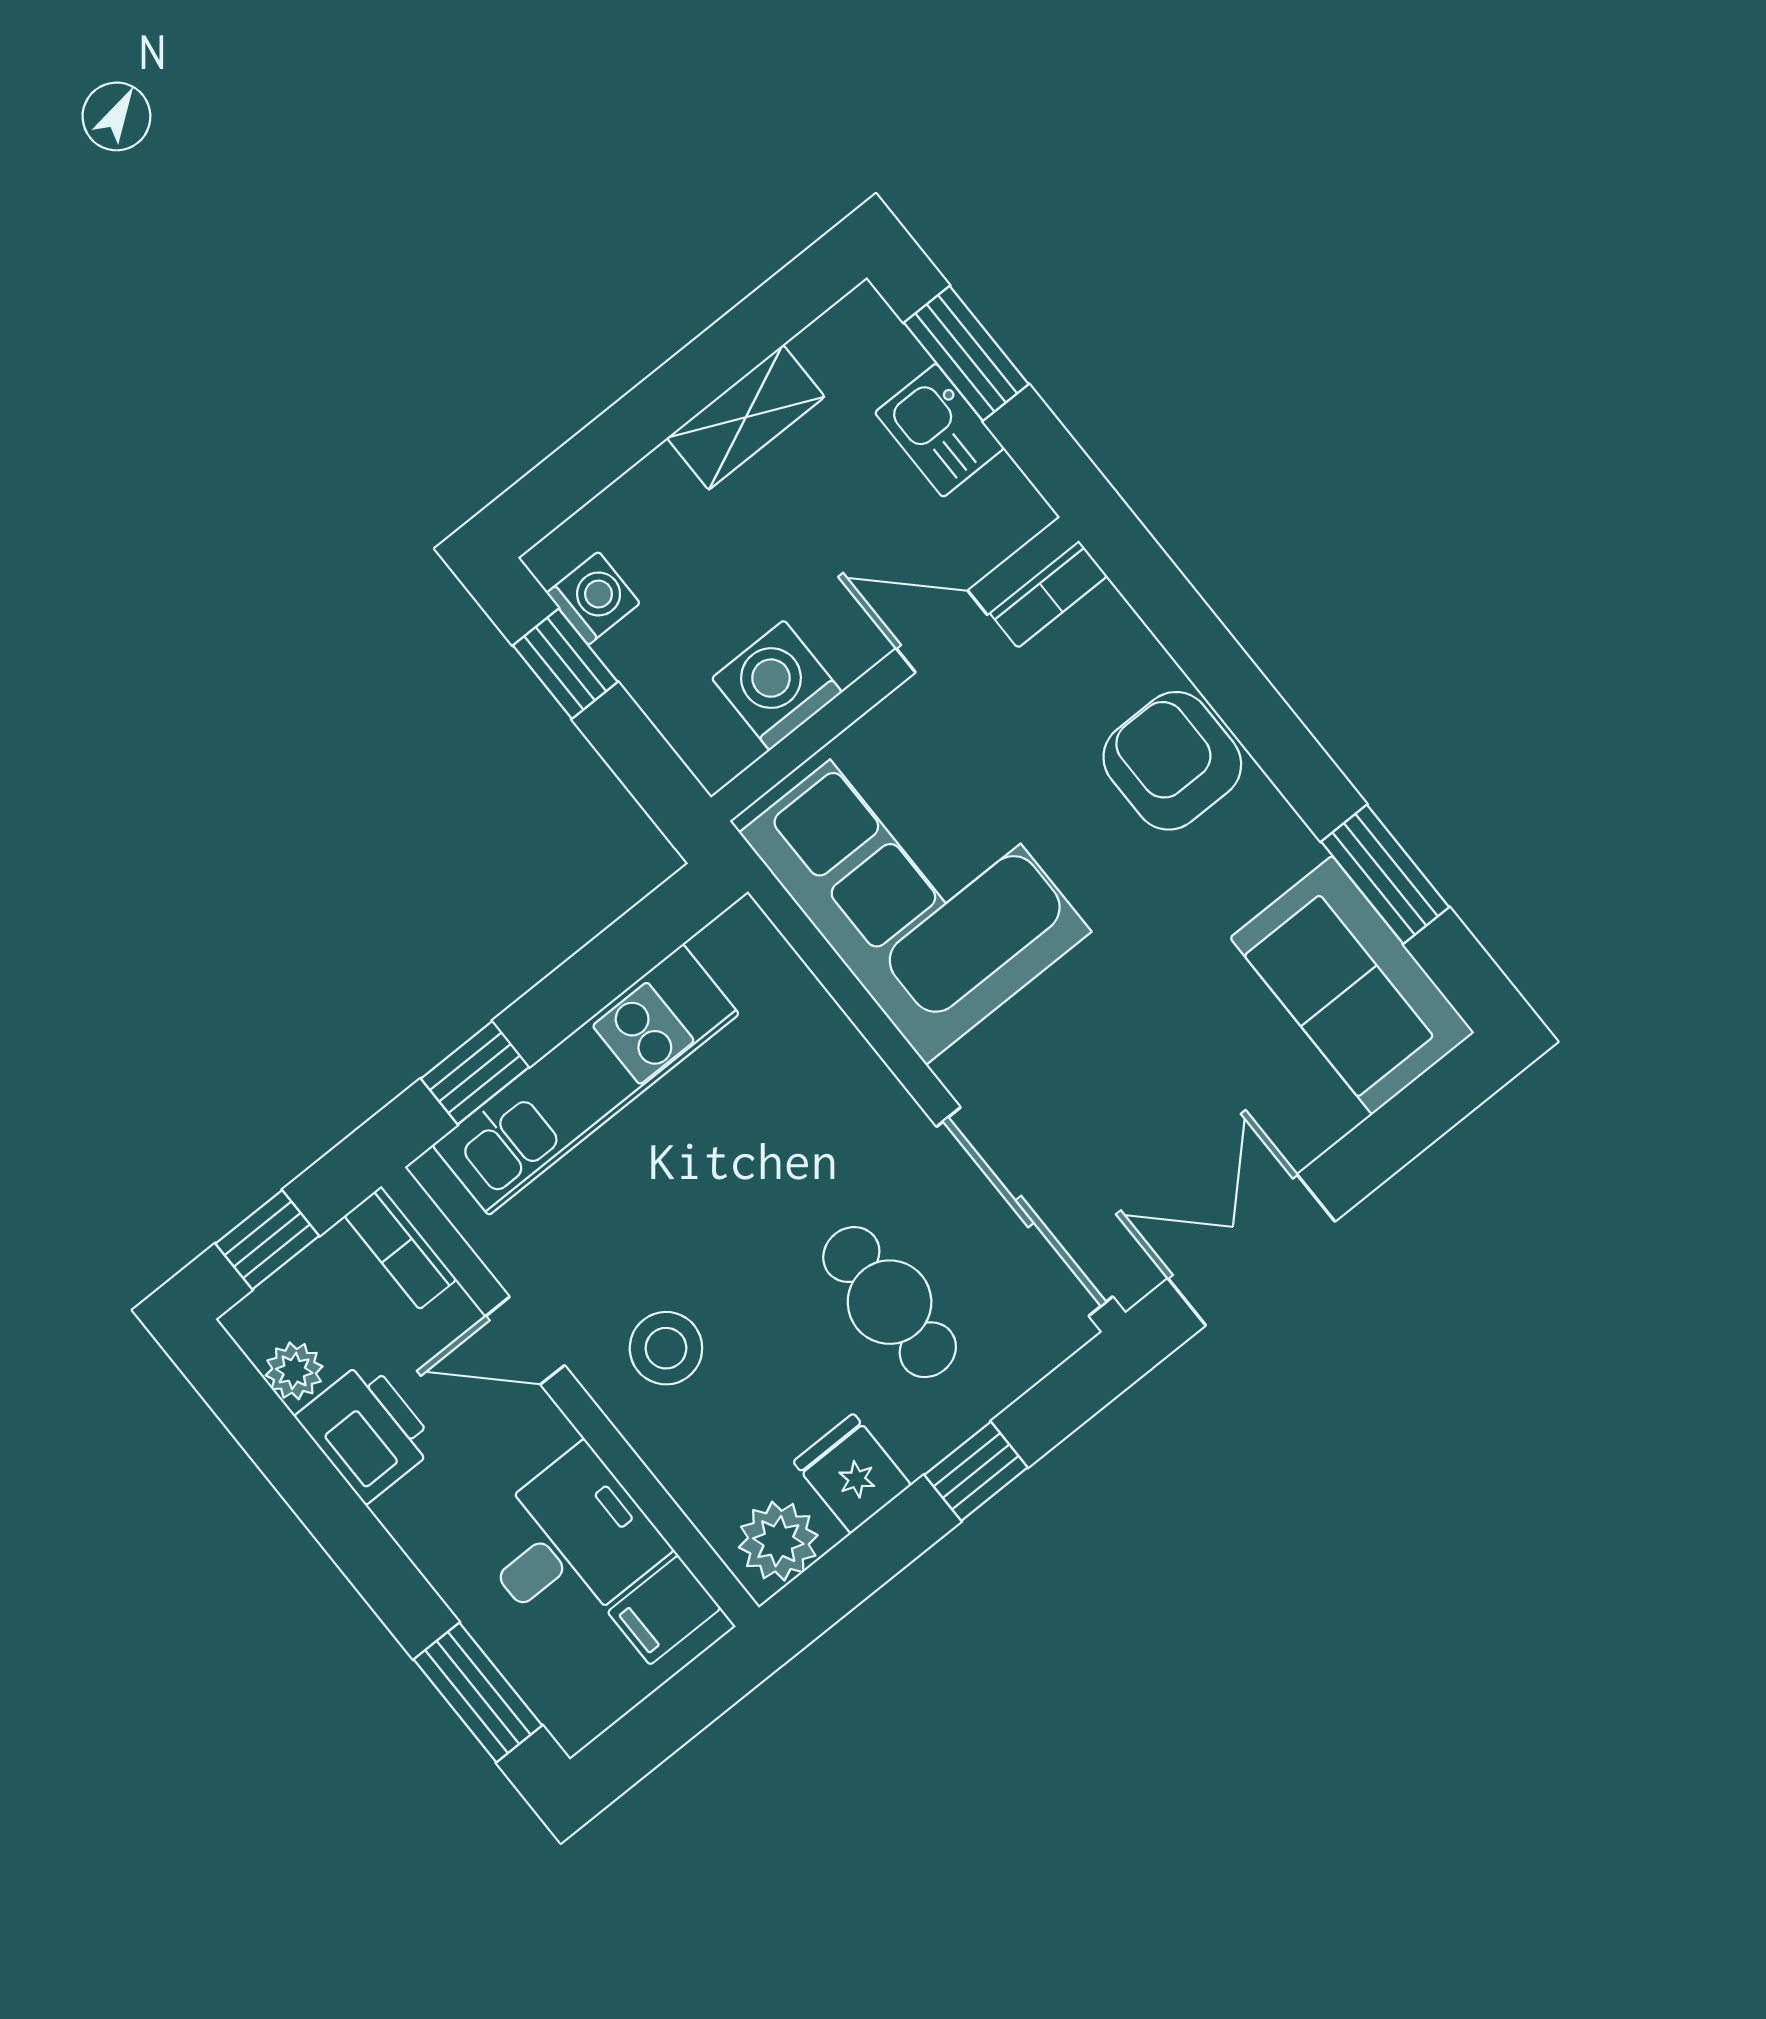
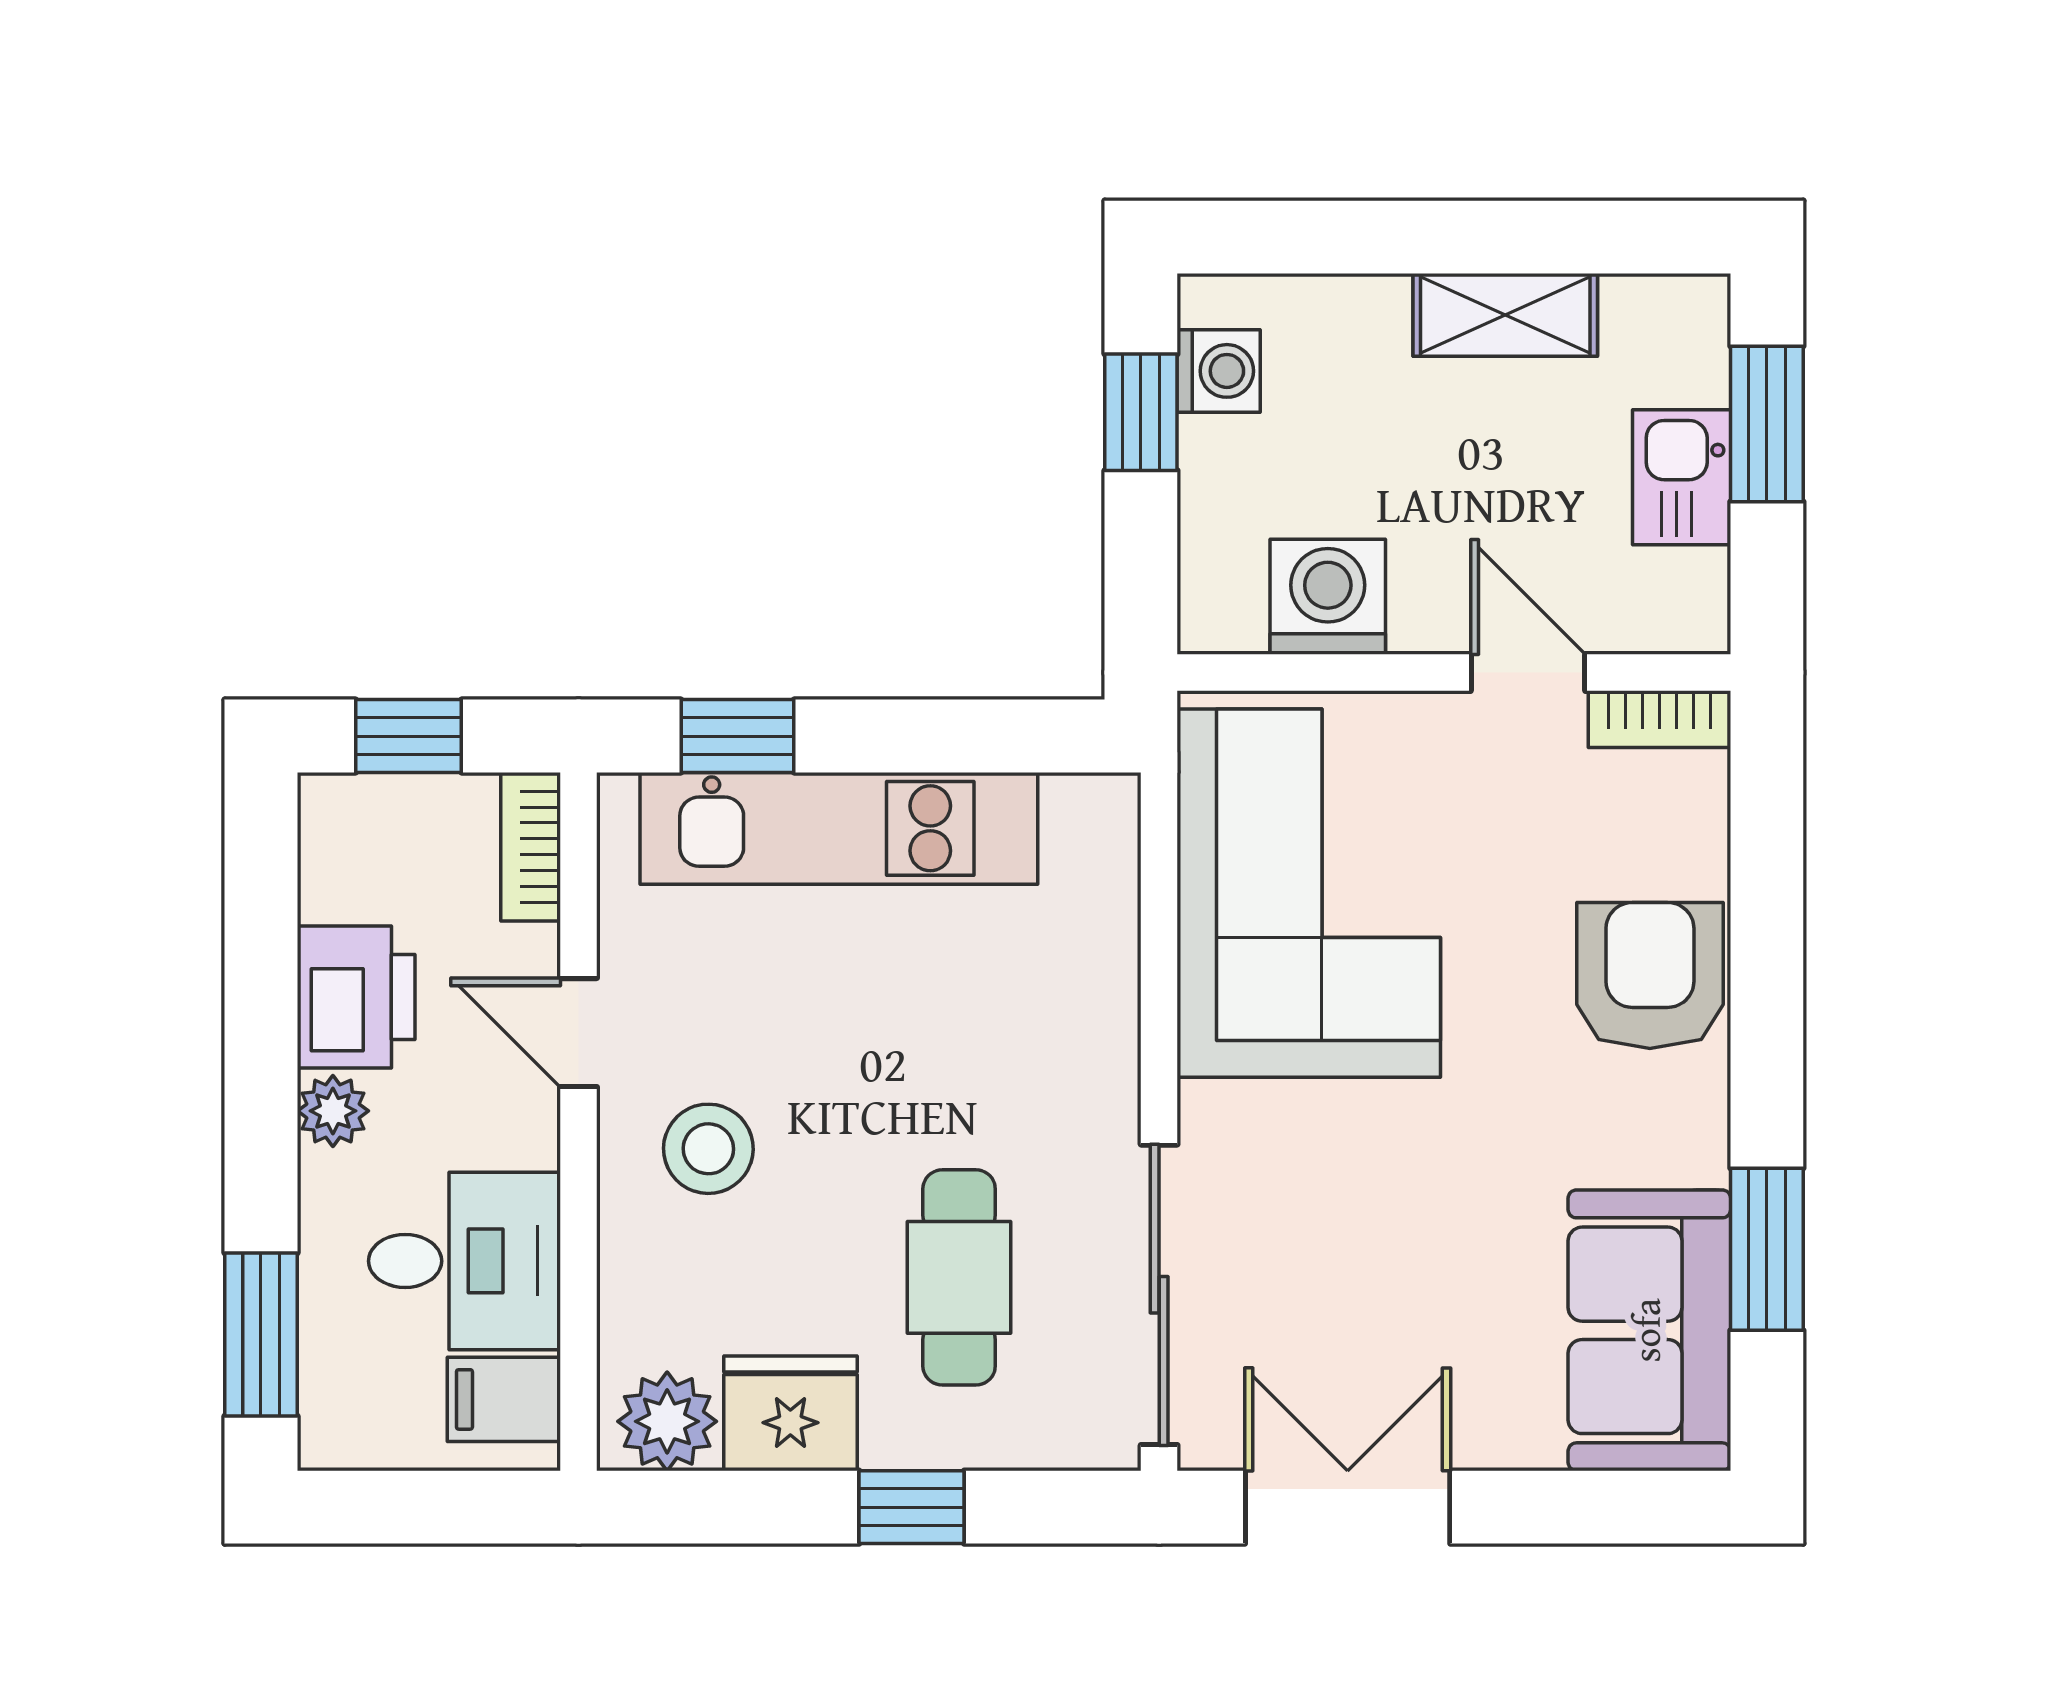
plant: (294, 1371) -> (333, 1111), moved
fridge: (852, 1473) -> (790, 1413), width x1.38

